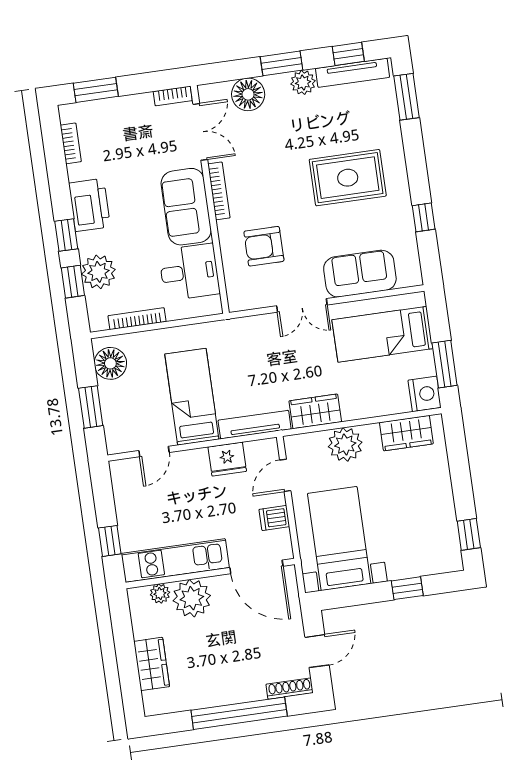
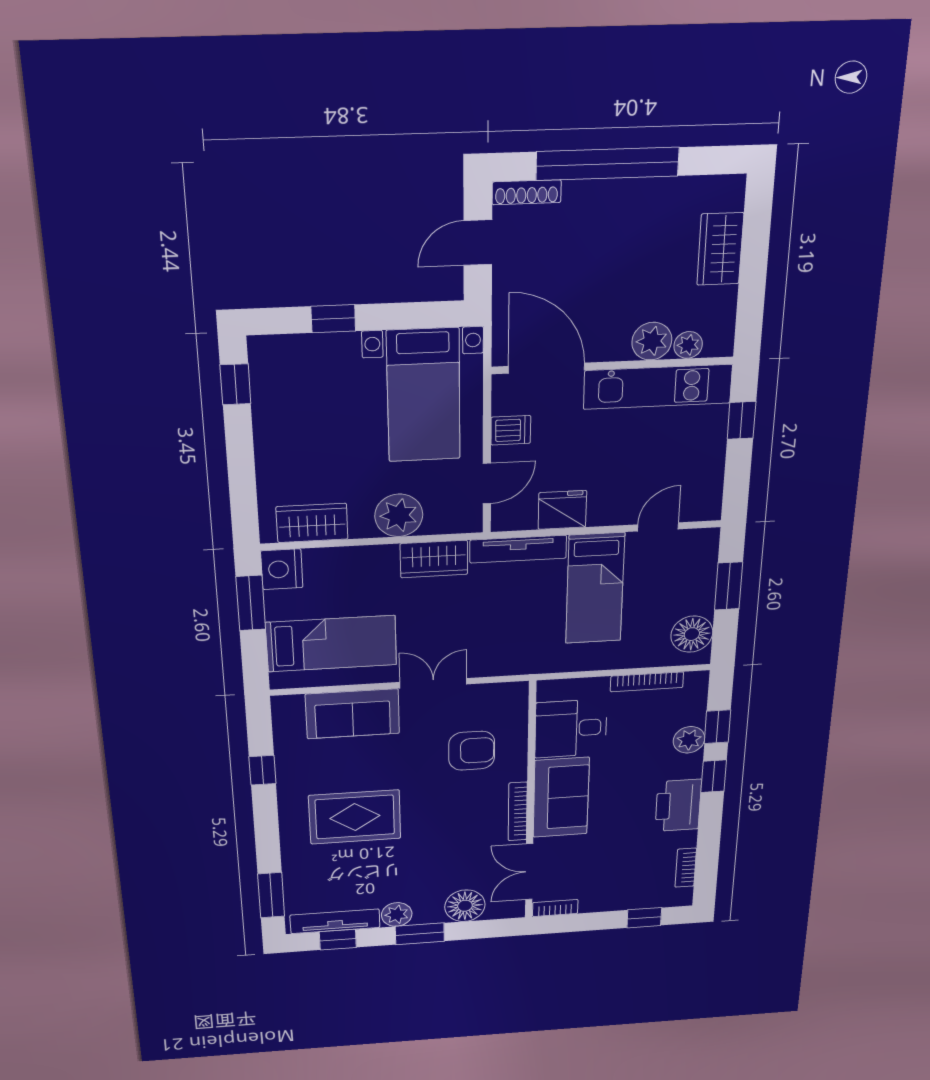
window: (96, 90) -> (644, 918), width x0.67
plant: (98, 272) -> (689, 740), width x0.73, depth x0.73
plant: (192, 598) -> (652, 341), width x0.73, depth x0.73

